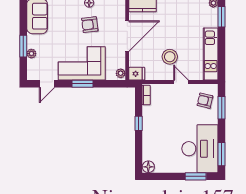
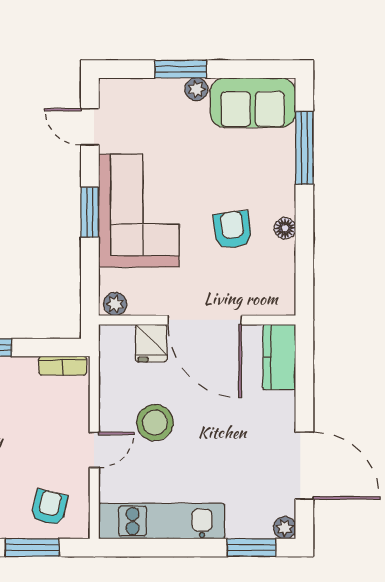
plant: (31, 54) -> (196, 89), moved
fridge: (137, 74) -> (151, 343), moved

